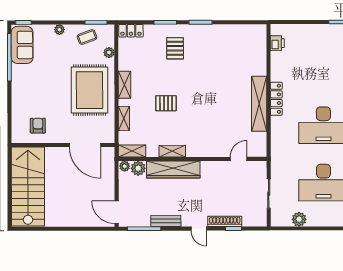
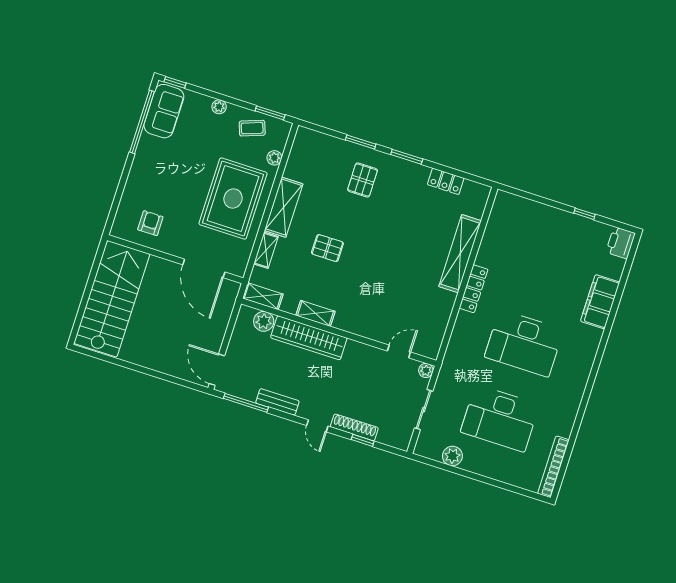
locker: (131, 31) -> (446, 181), moved
printer: (277, 43) -> (498, 217), removed
shelving: (124, 85) -> (284, 207), width x1.50, depth x1.33
shelving: (259, 104) -> (460, 254), moved
plant: (125, 166) -> (426, 370), moved

